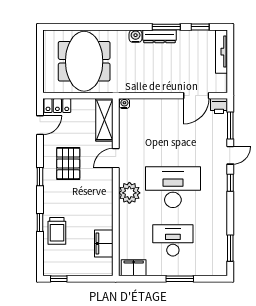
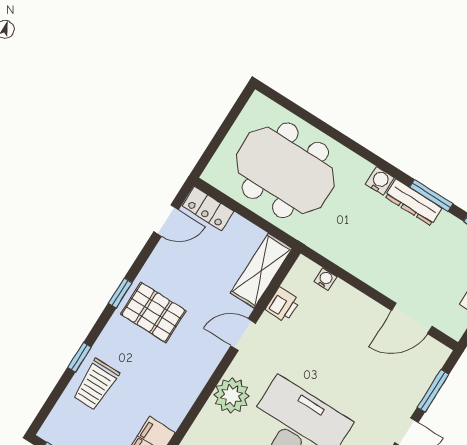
meeting table: (84, 61) -> (285, 170), turned 90
water cooler: (124, 104) -> (325, 279), moved
printer: (219, 106) -> (283, 305), moved, turned -90
pallet: (68, 163) -> (153, 312), moved, turned 90

